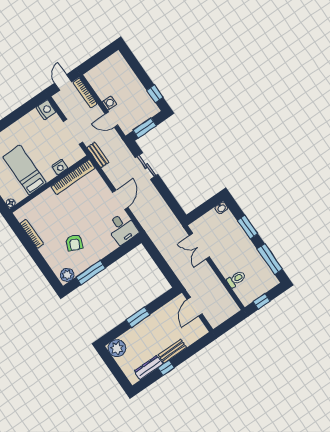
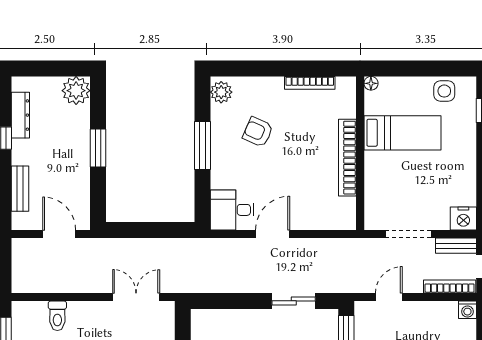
washing machine: (109, 103) -> (467, 310), moved
bench: (98, 155) -> (456, 246), moved
nightstand: (60, 167) -> (373, 183), removed
bookcase: (73, 177) -> (347, 158), moved
door: (120, 200) -> (273, 234), swing flipped
window: (90, 273) -> (202, 146), moved
bench: (172, 351) -> (20, 189), moved

